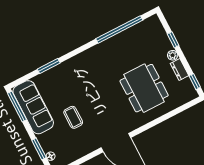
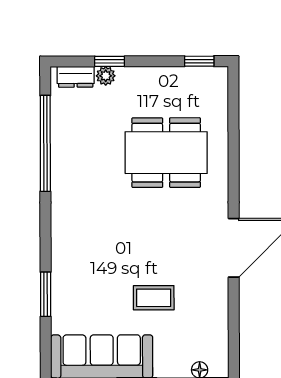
plant: (173, 55) -> (106, 76), moved
dresser: (179, 69) -> (76, 77), moved

